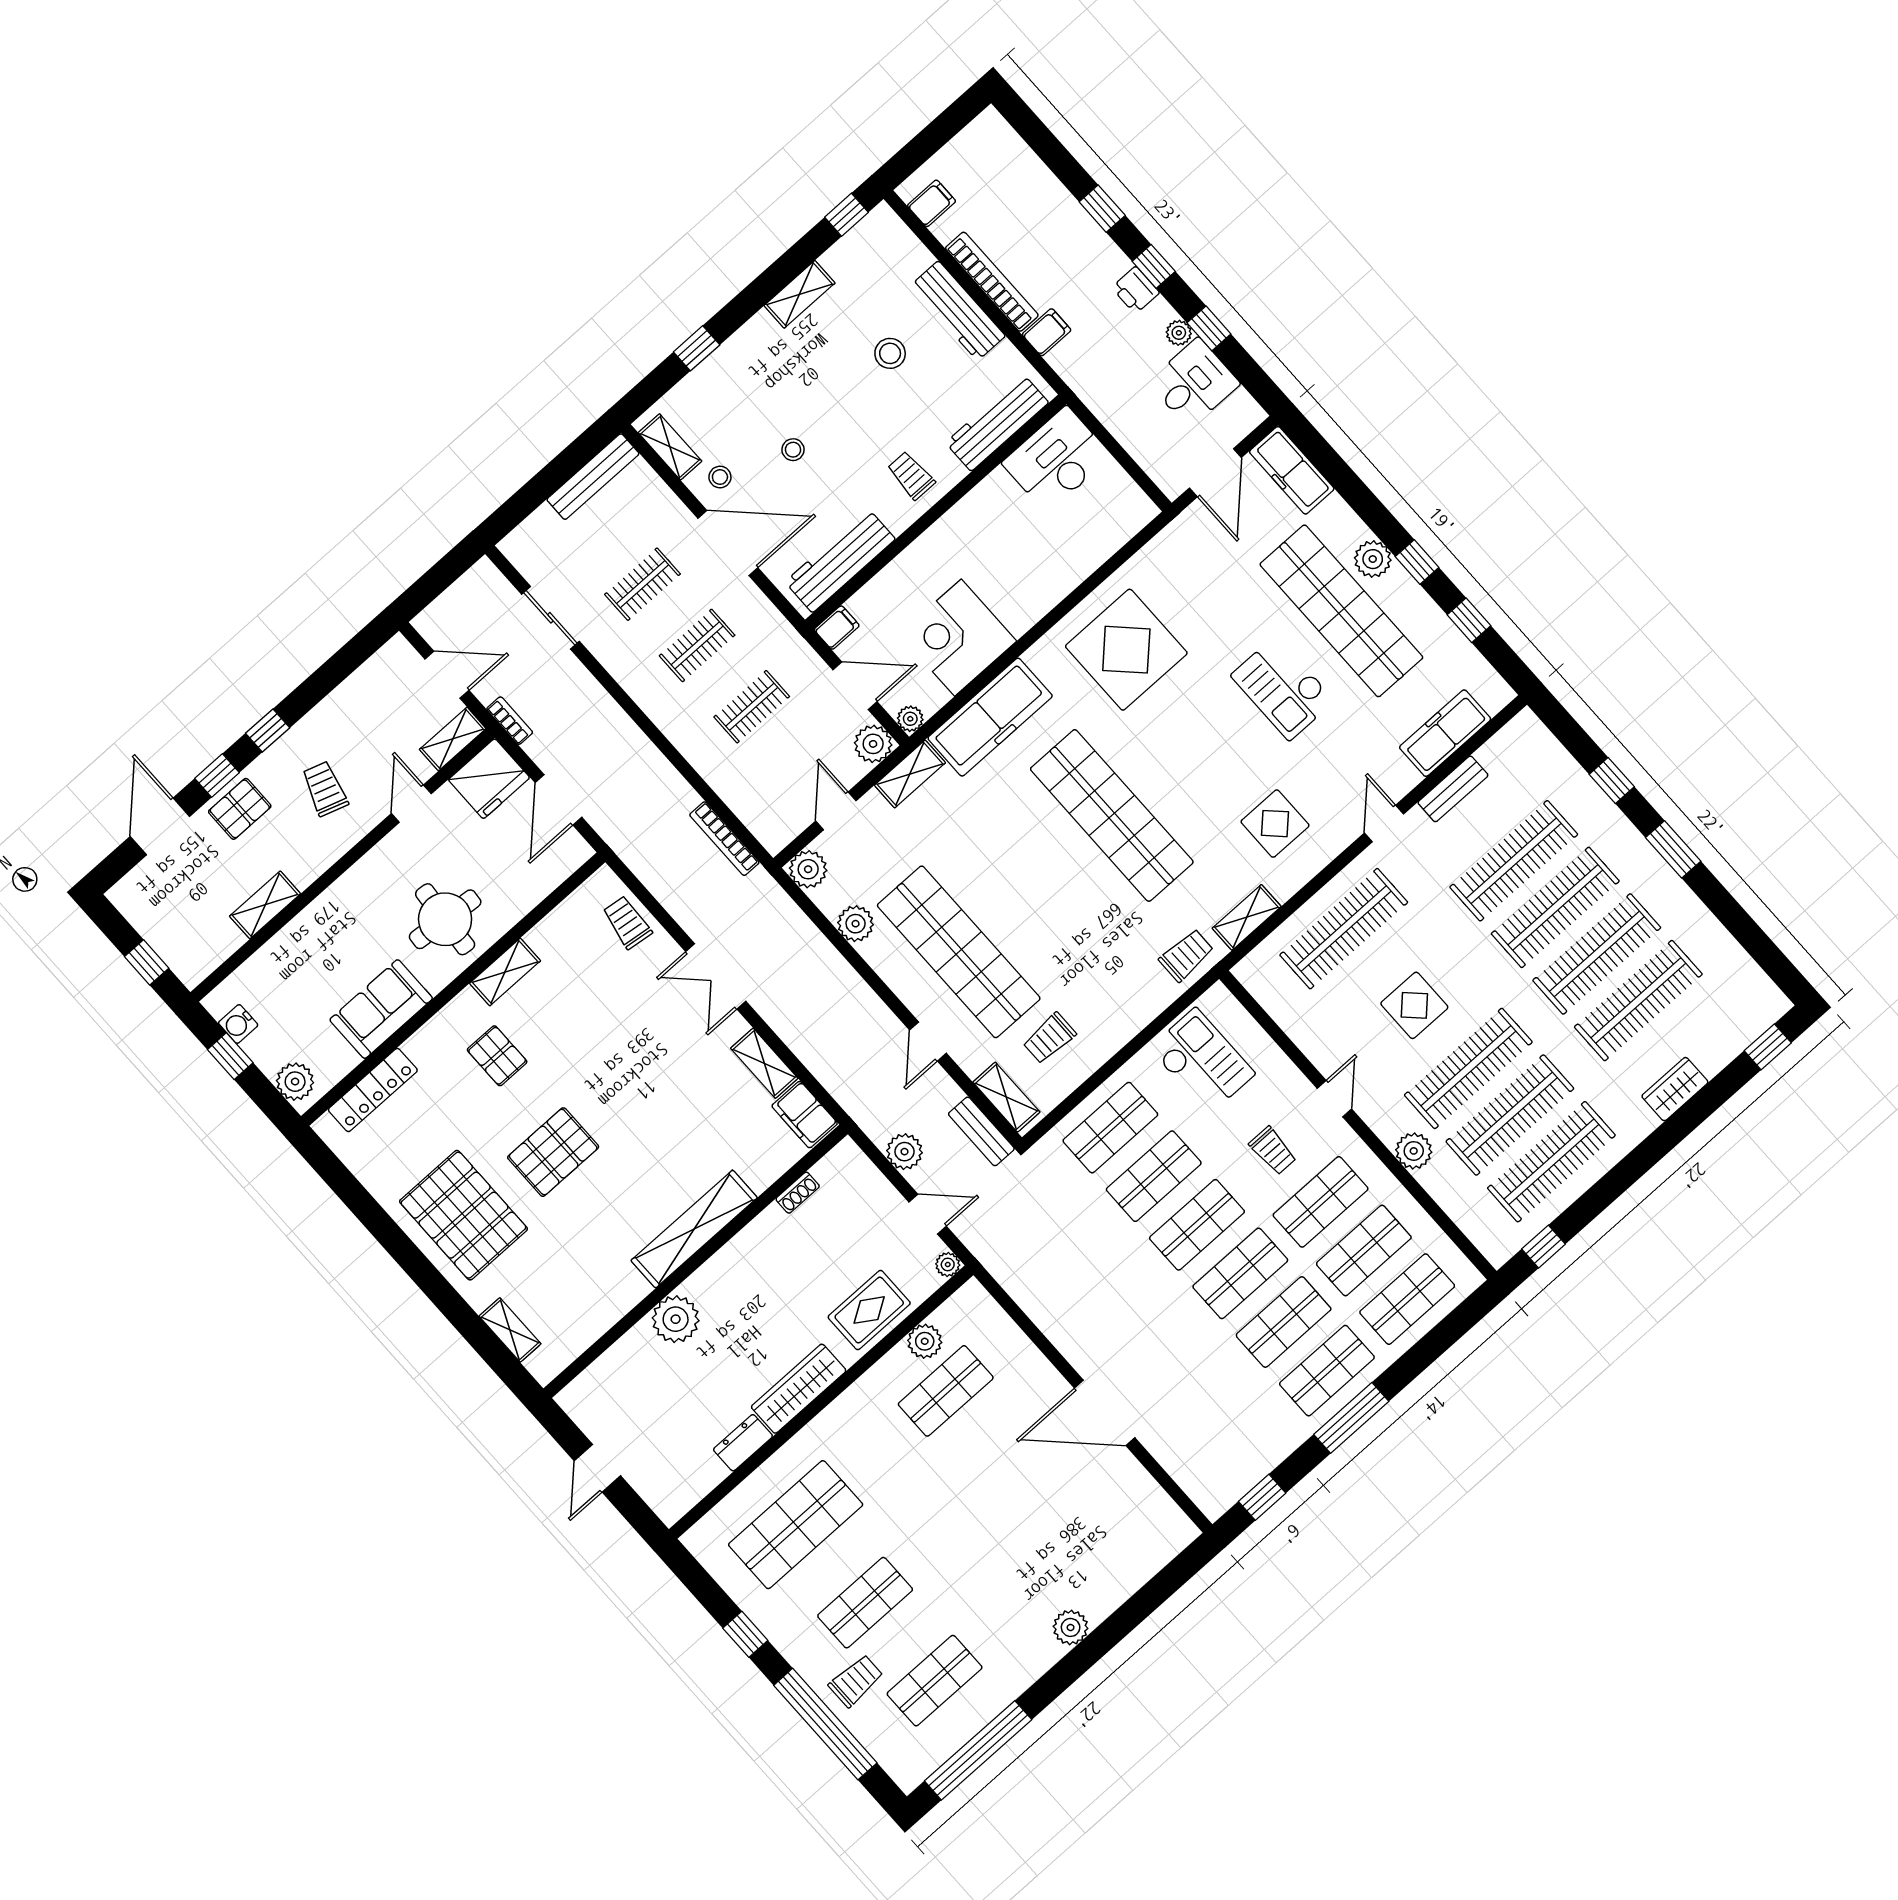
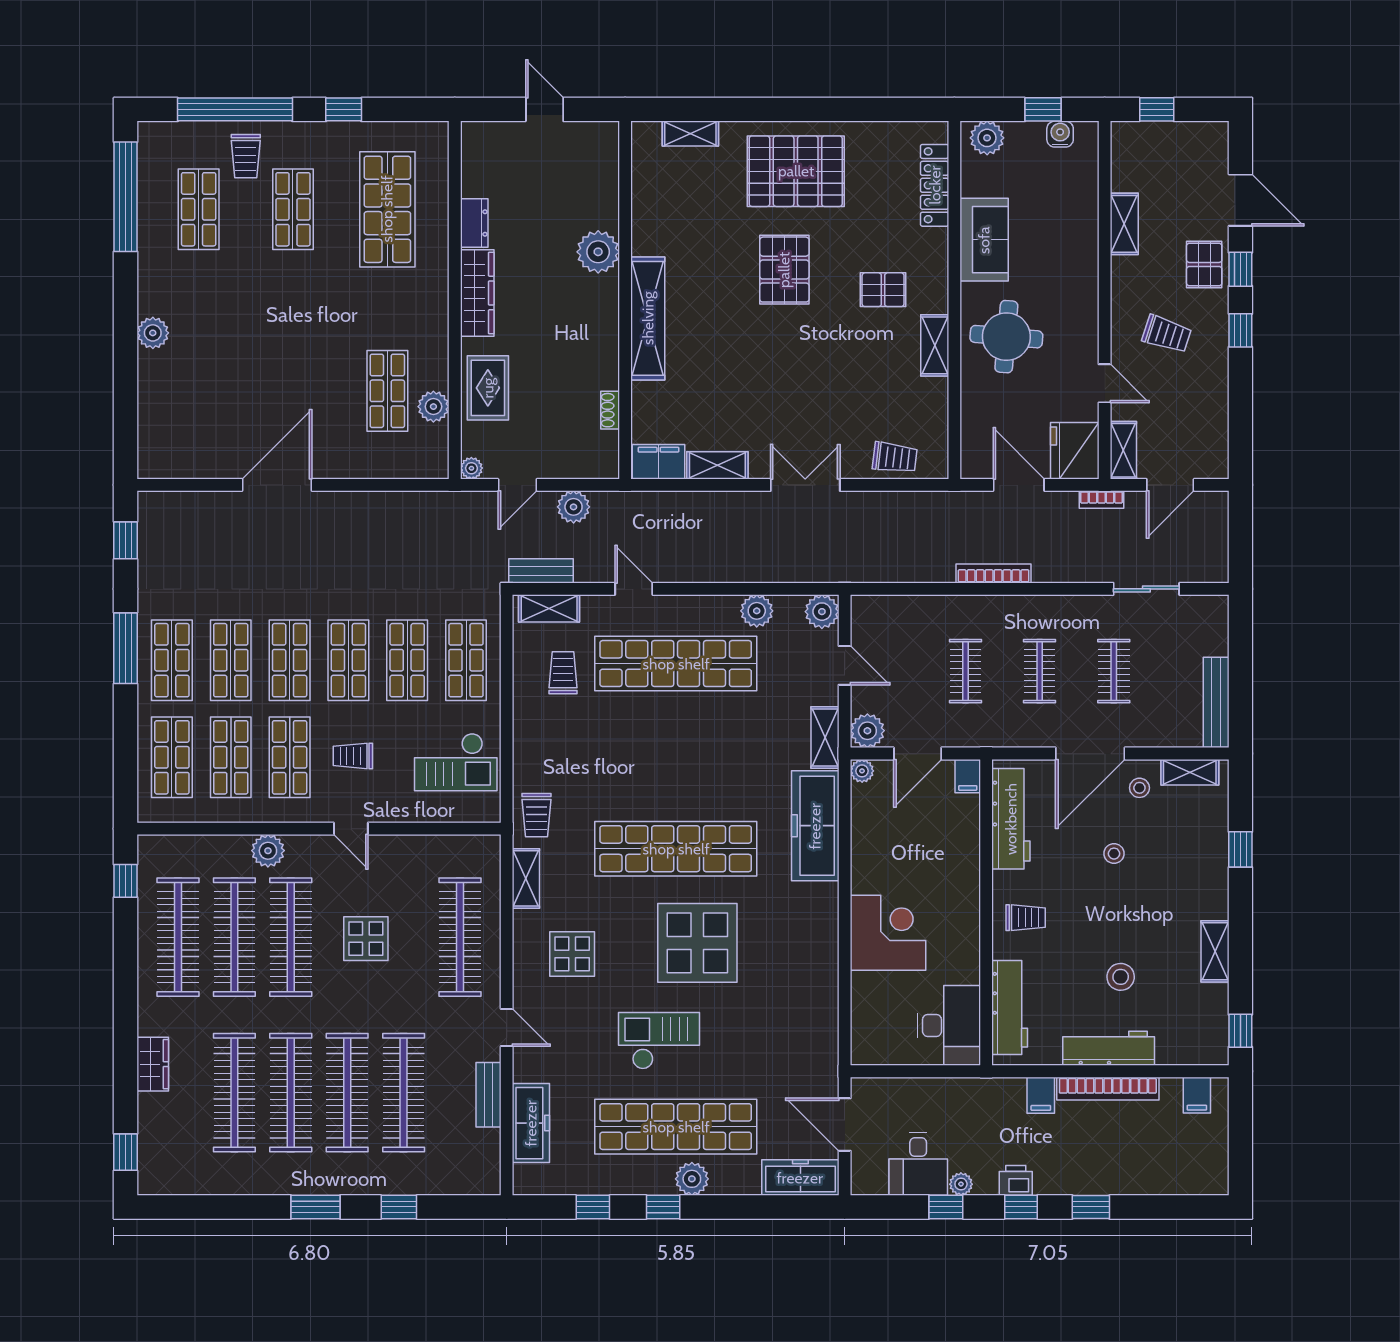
corner desk: (958, 638) -> (888, 933), moved
display table: (1126, 650) -> (697, 943), moved
bookcase: (724, 839) -> (994, 574), moved

